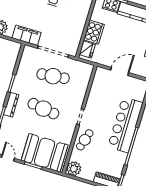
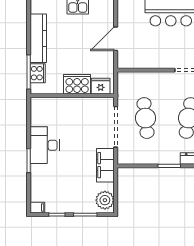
door: (120, 71) -> (116, 39), hinge flipped

